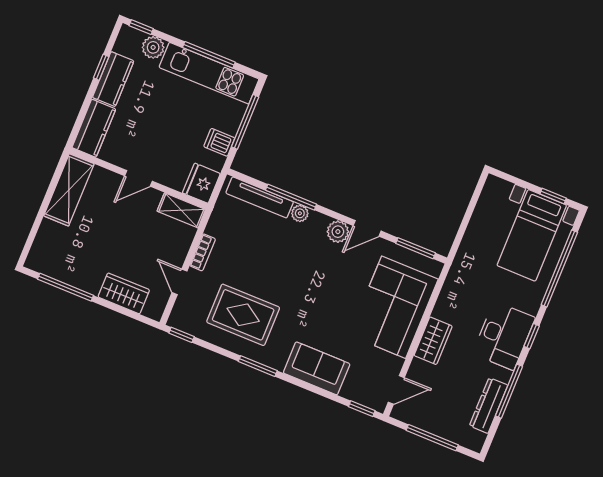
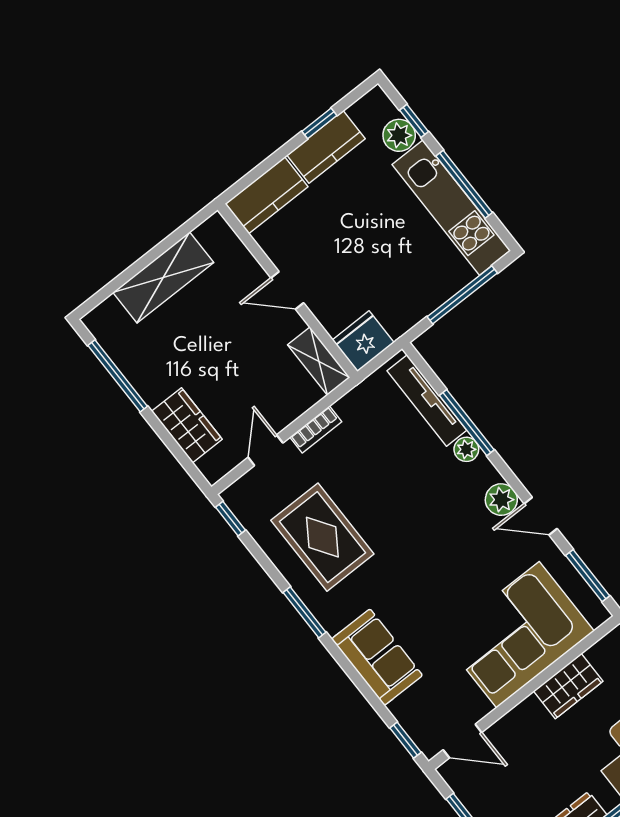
window: (141, 27) -> (414, 121), moved
dishwasher: (219, 142) -> (415, 302), removed
shelving: (69, 190) -> (163, 277), moved
wardrobe: (433, 341) -> (568, 686), moved

